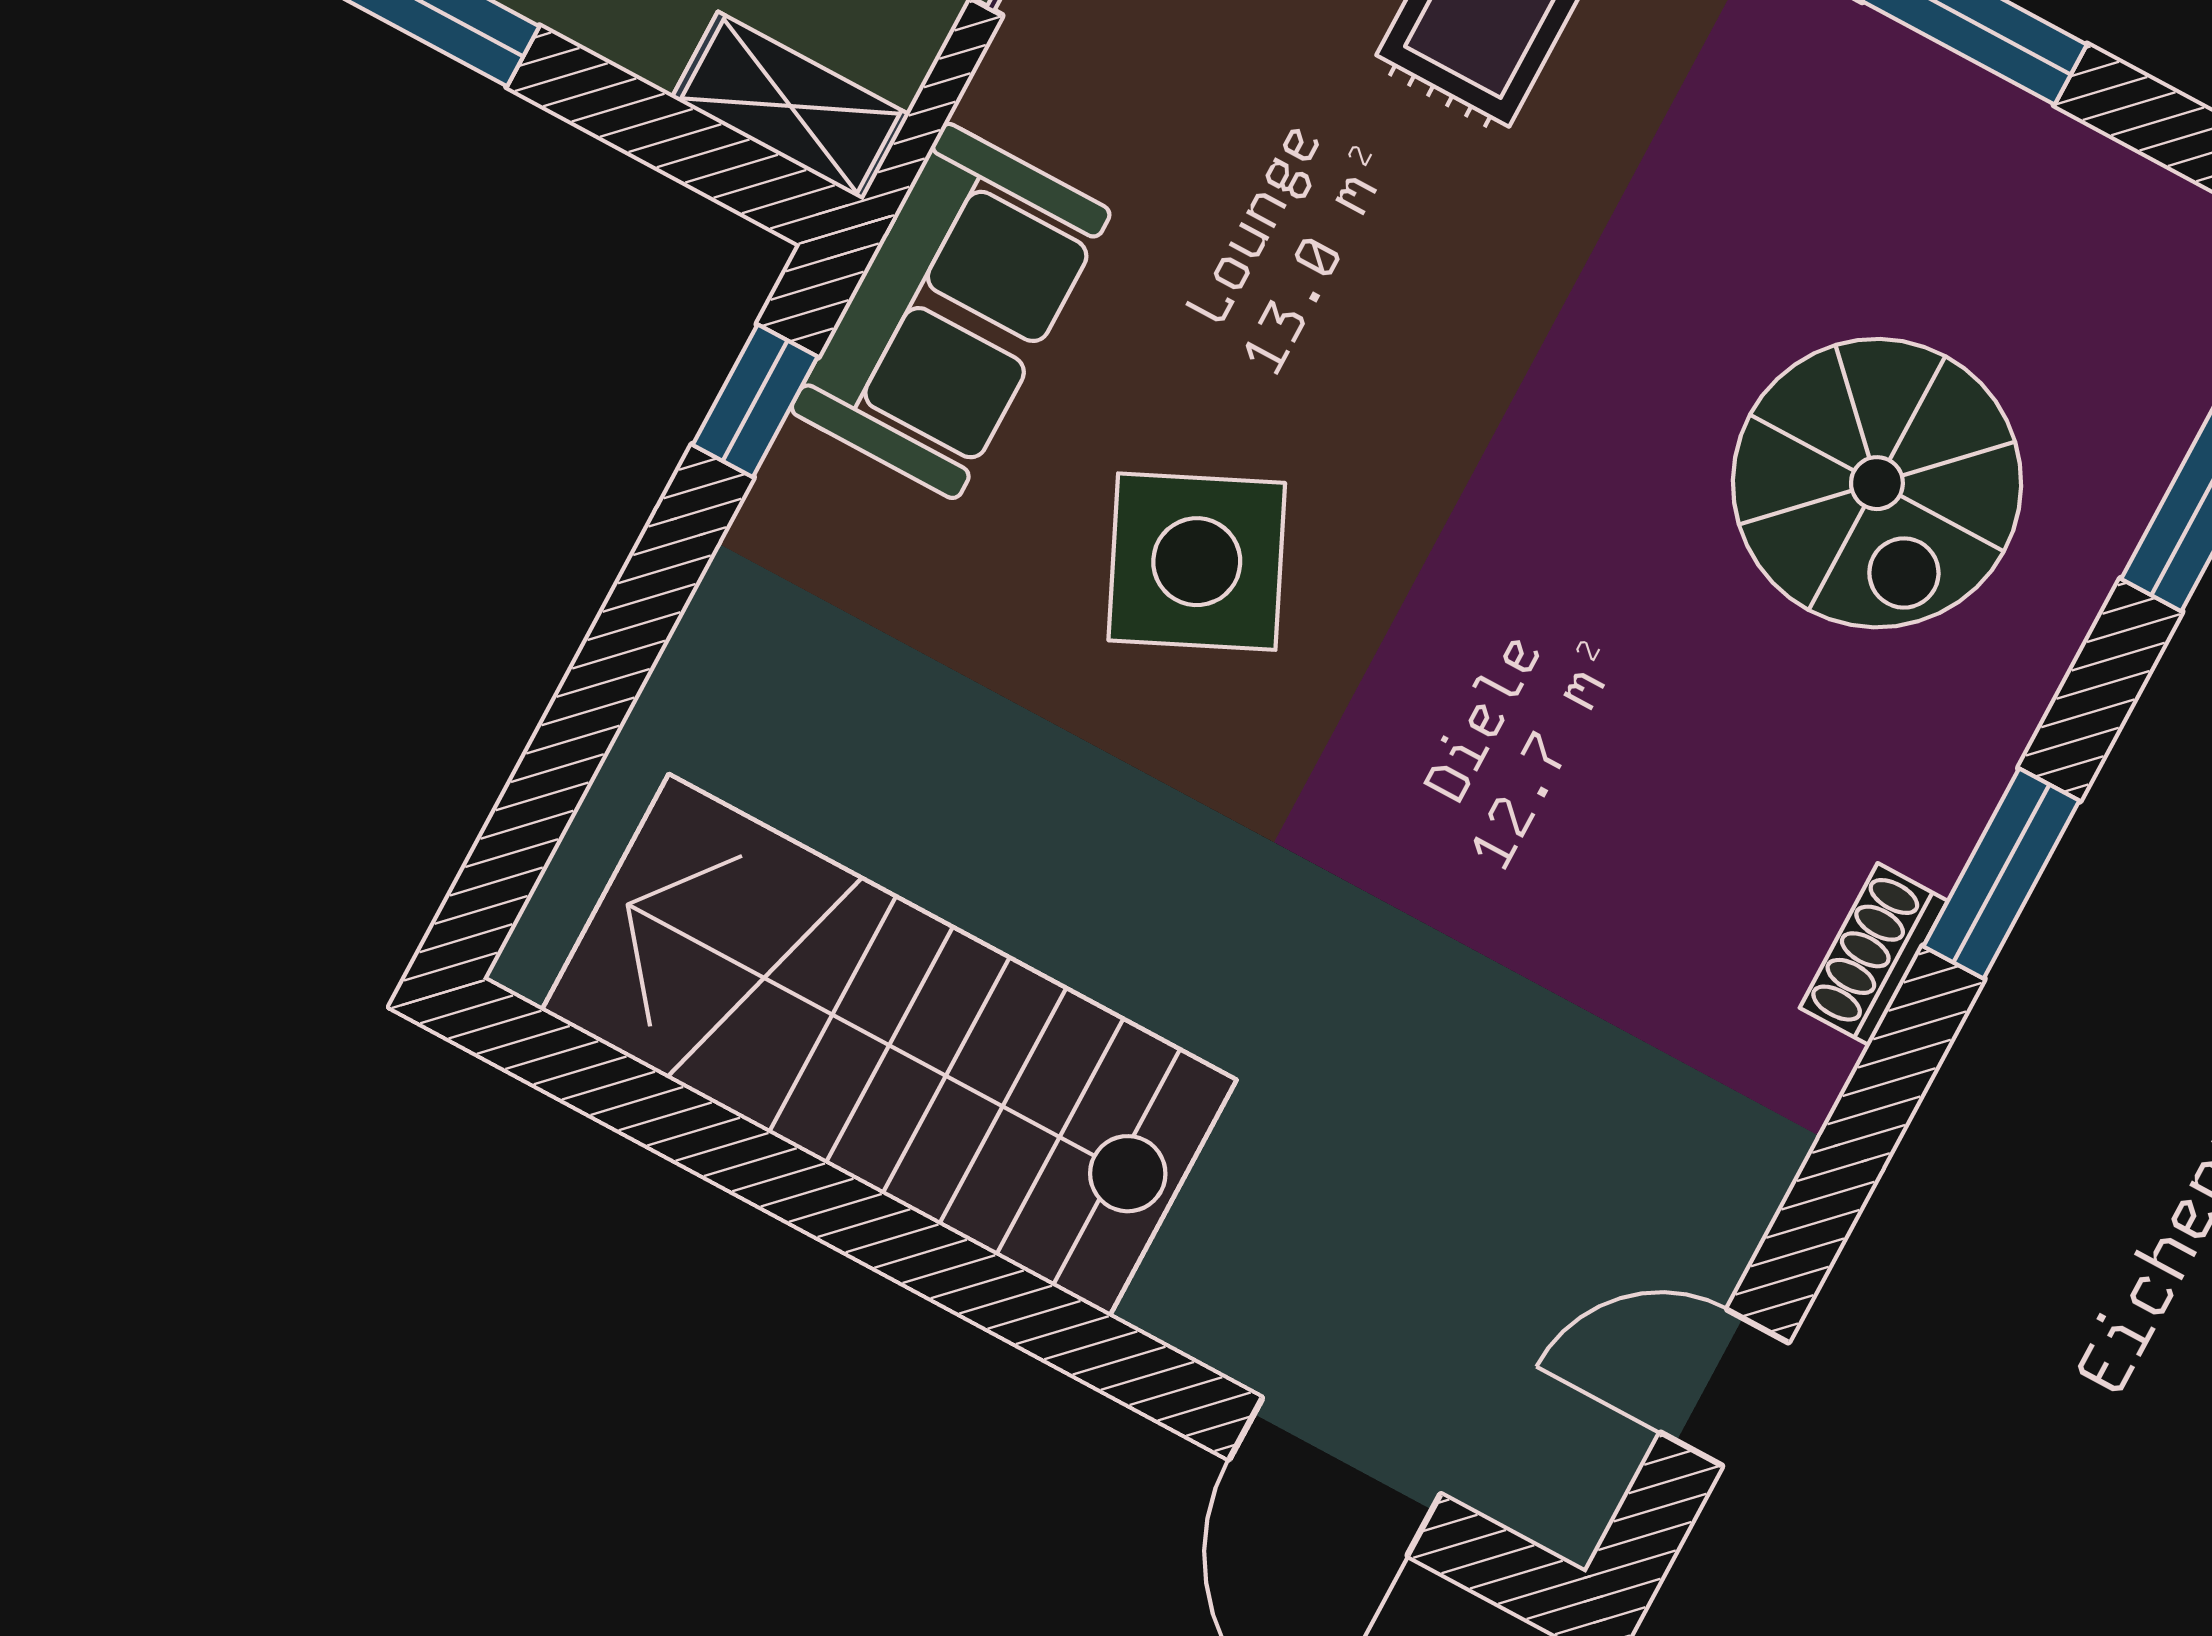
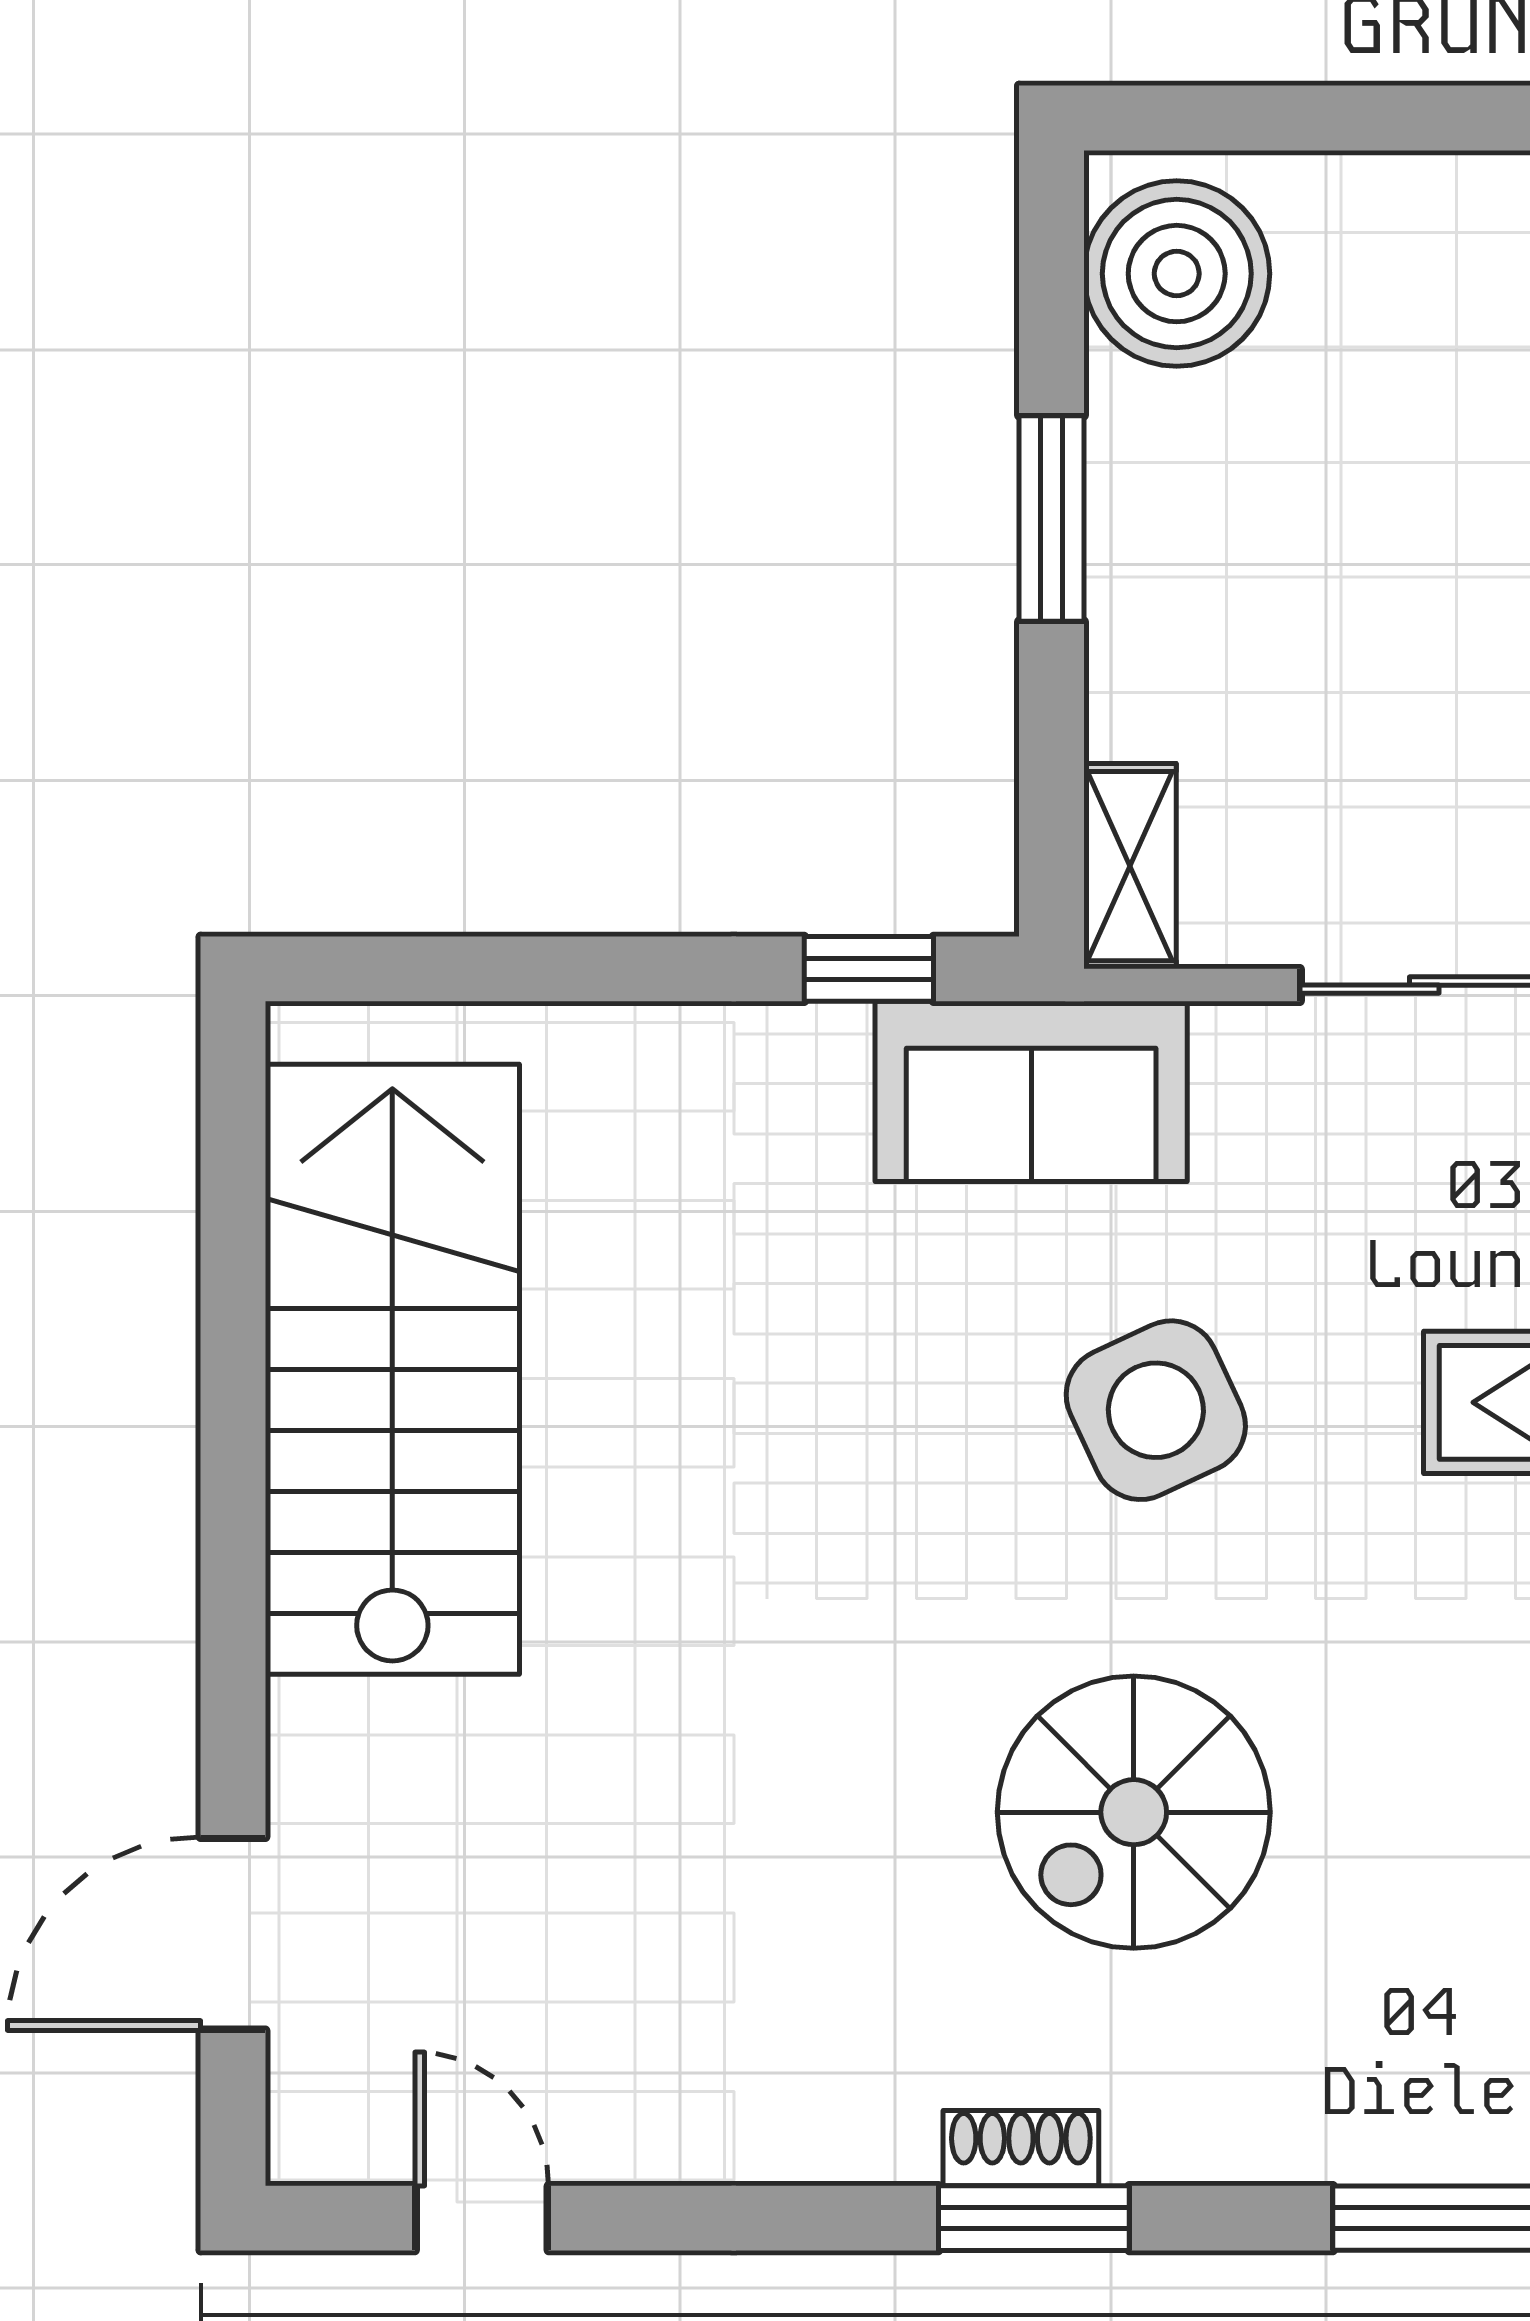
spiral stairs: (1877, 483) -> (1134, 1812), moved
side table: (1197, 562) -> (1156, 1410), moved
shoe rack: (1874, 954) -> (1021, 2148), moved

